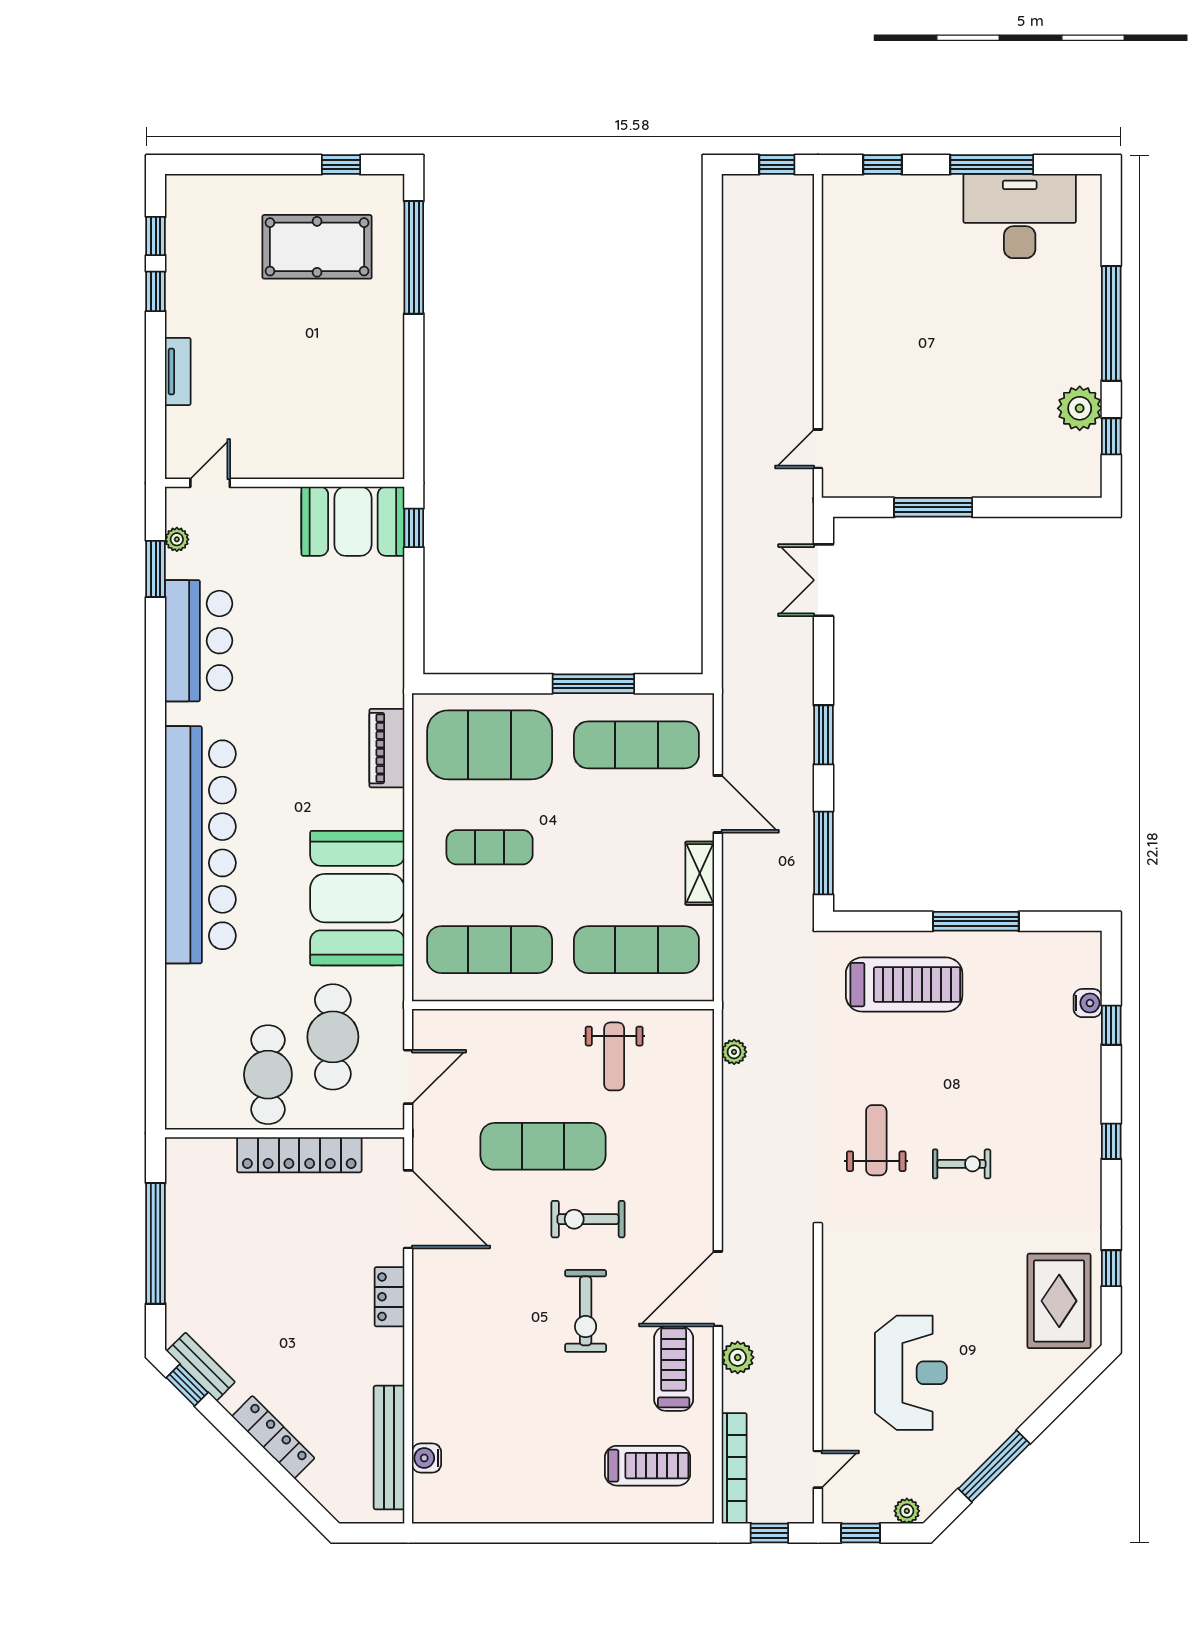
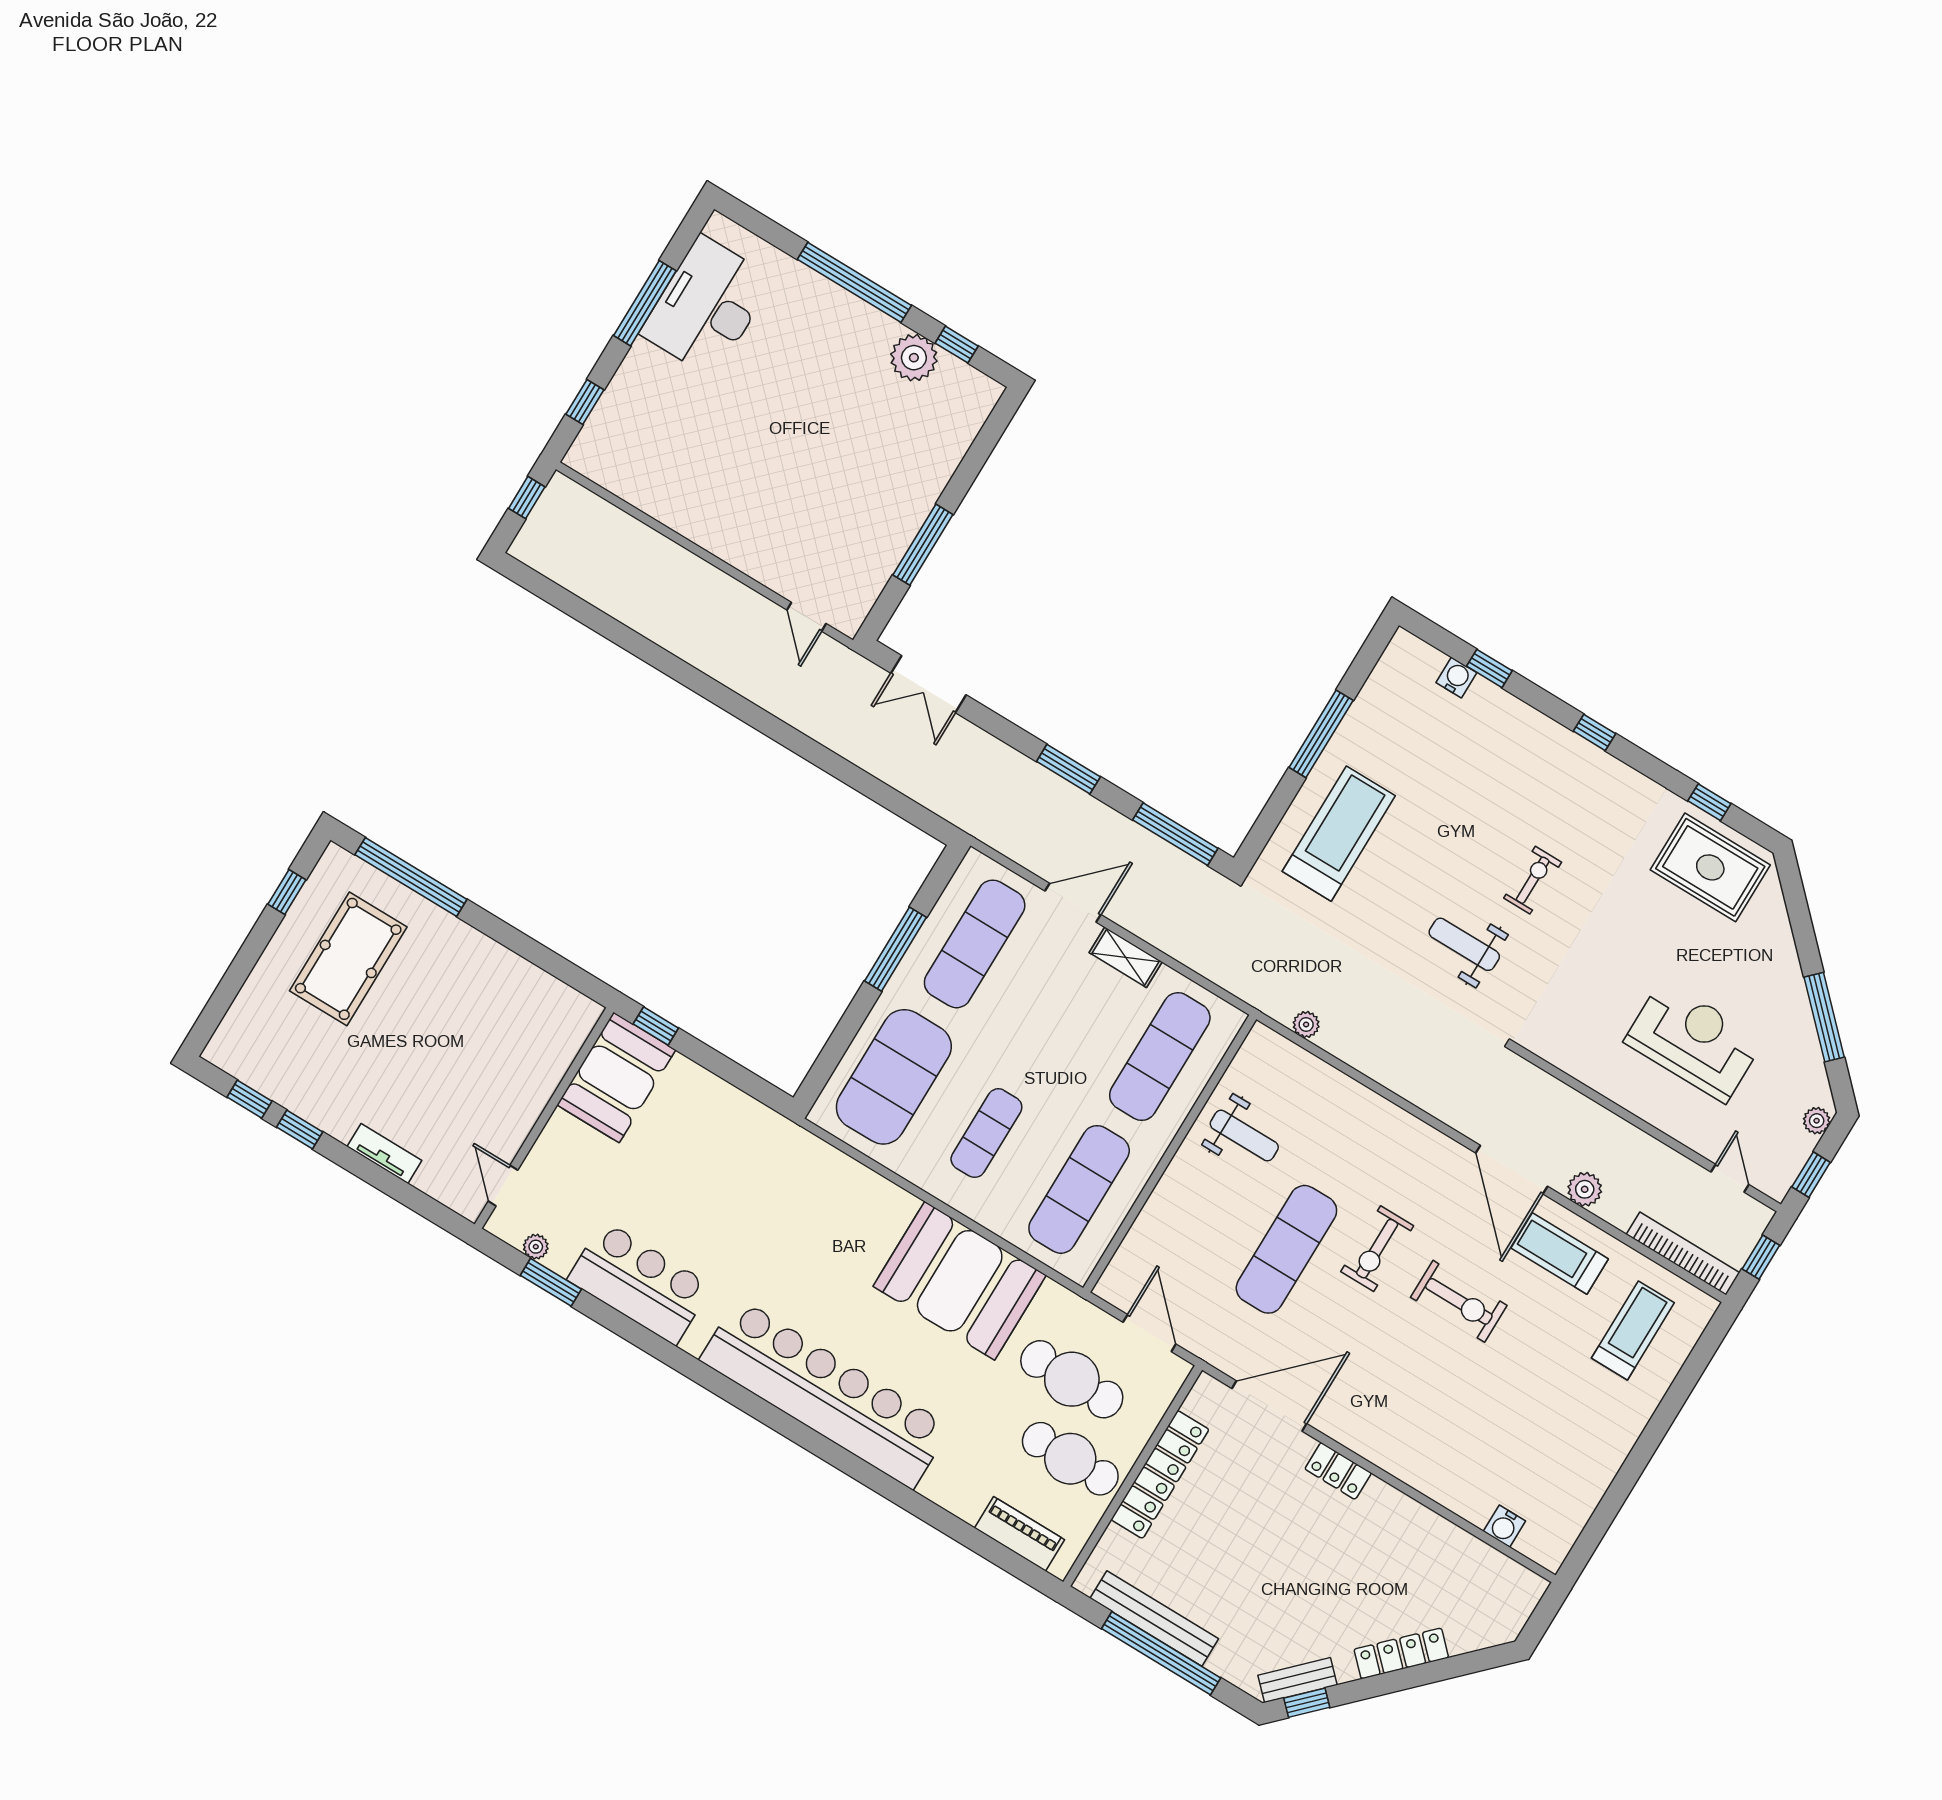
piano: (387, 748) -> (1020, 1534), moved, turned 180
bench: (389, 1448) -> (1154, 1618), moved

